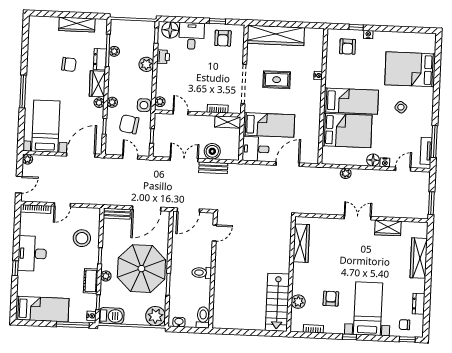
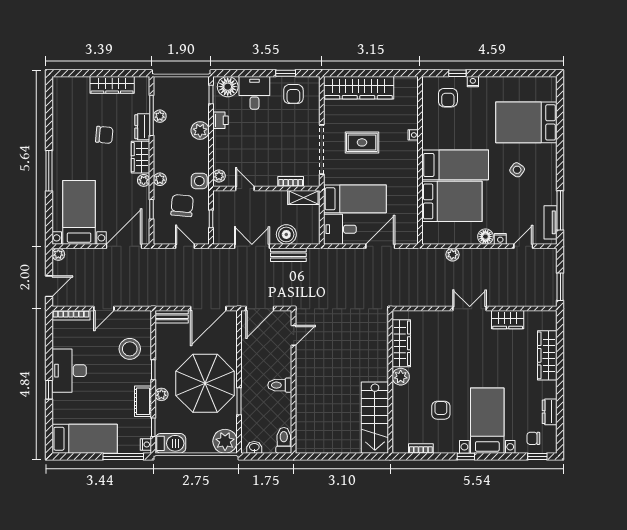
chair: (129, 124) -> (182, 206), turned 85
plant: (298, 302) -> (401, 377), moved

